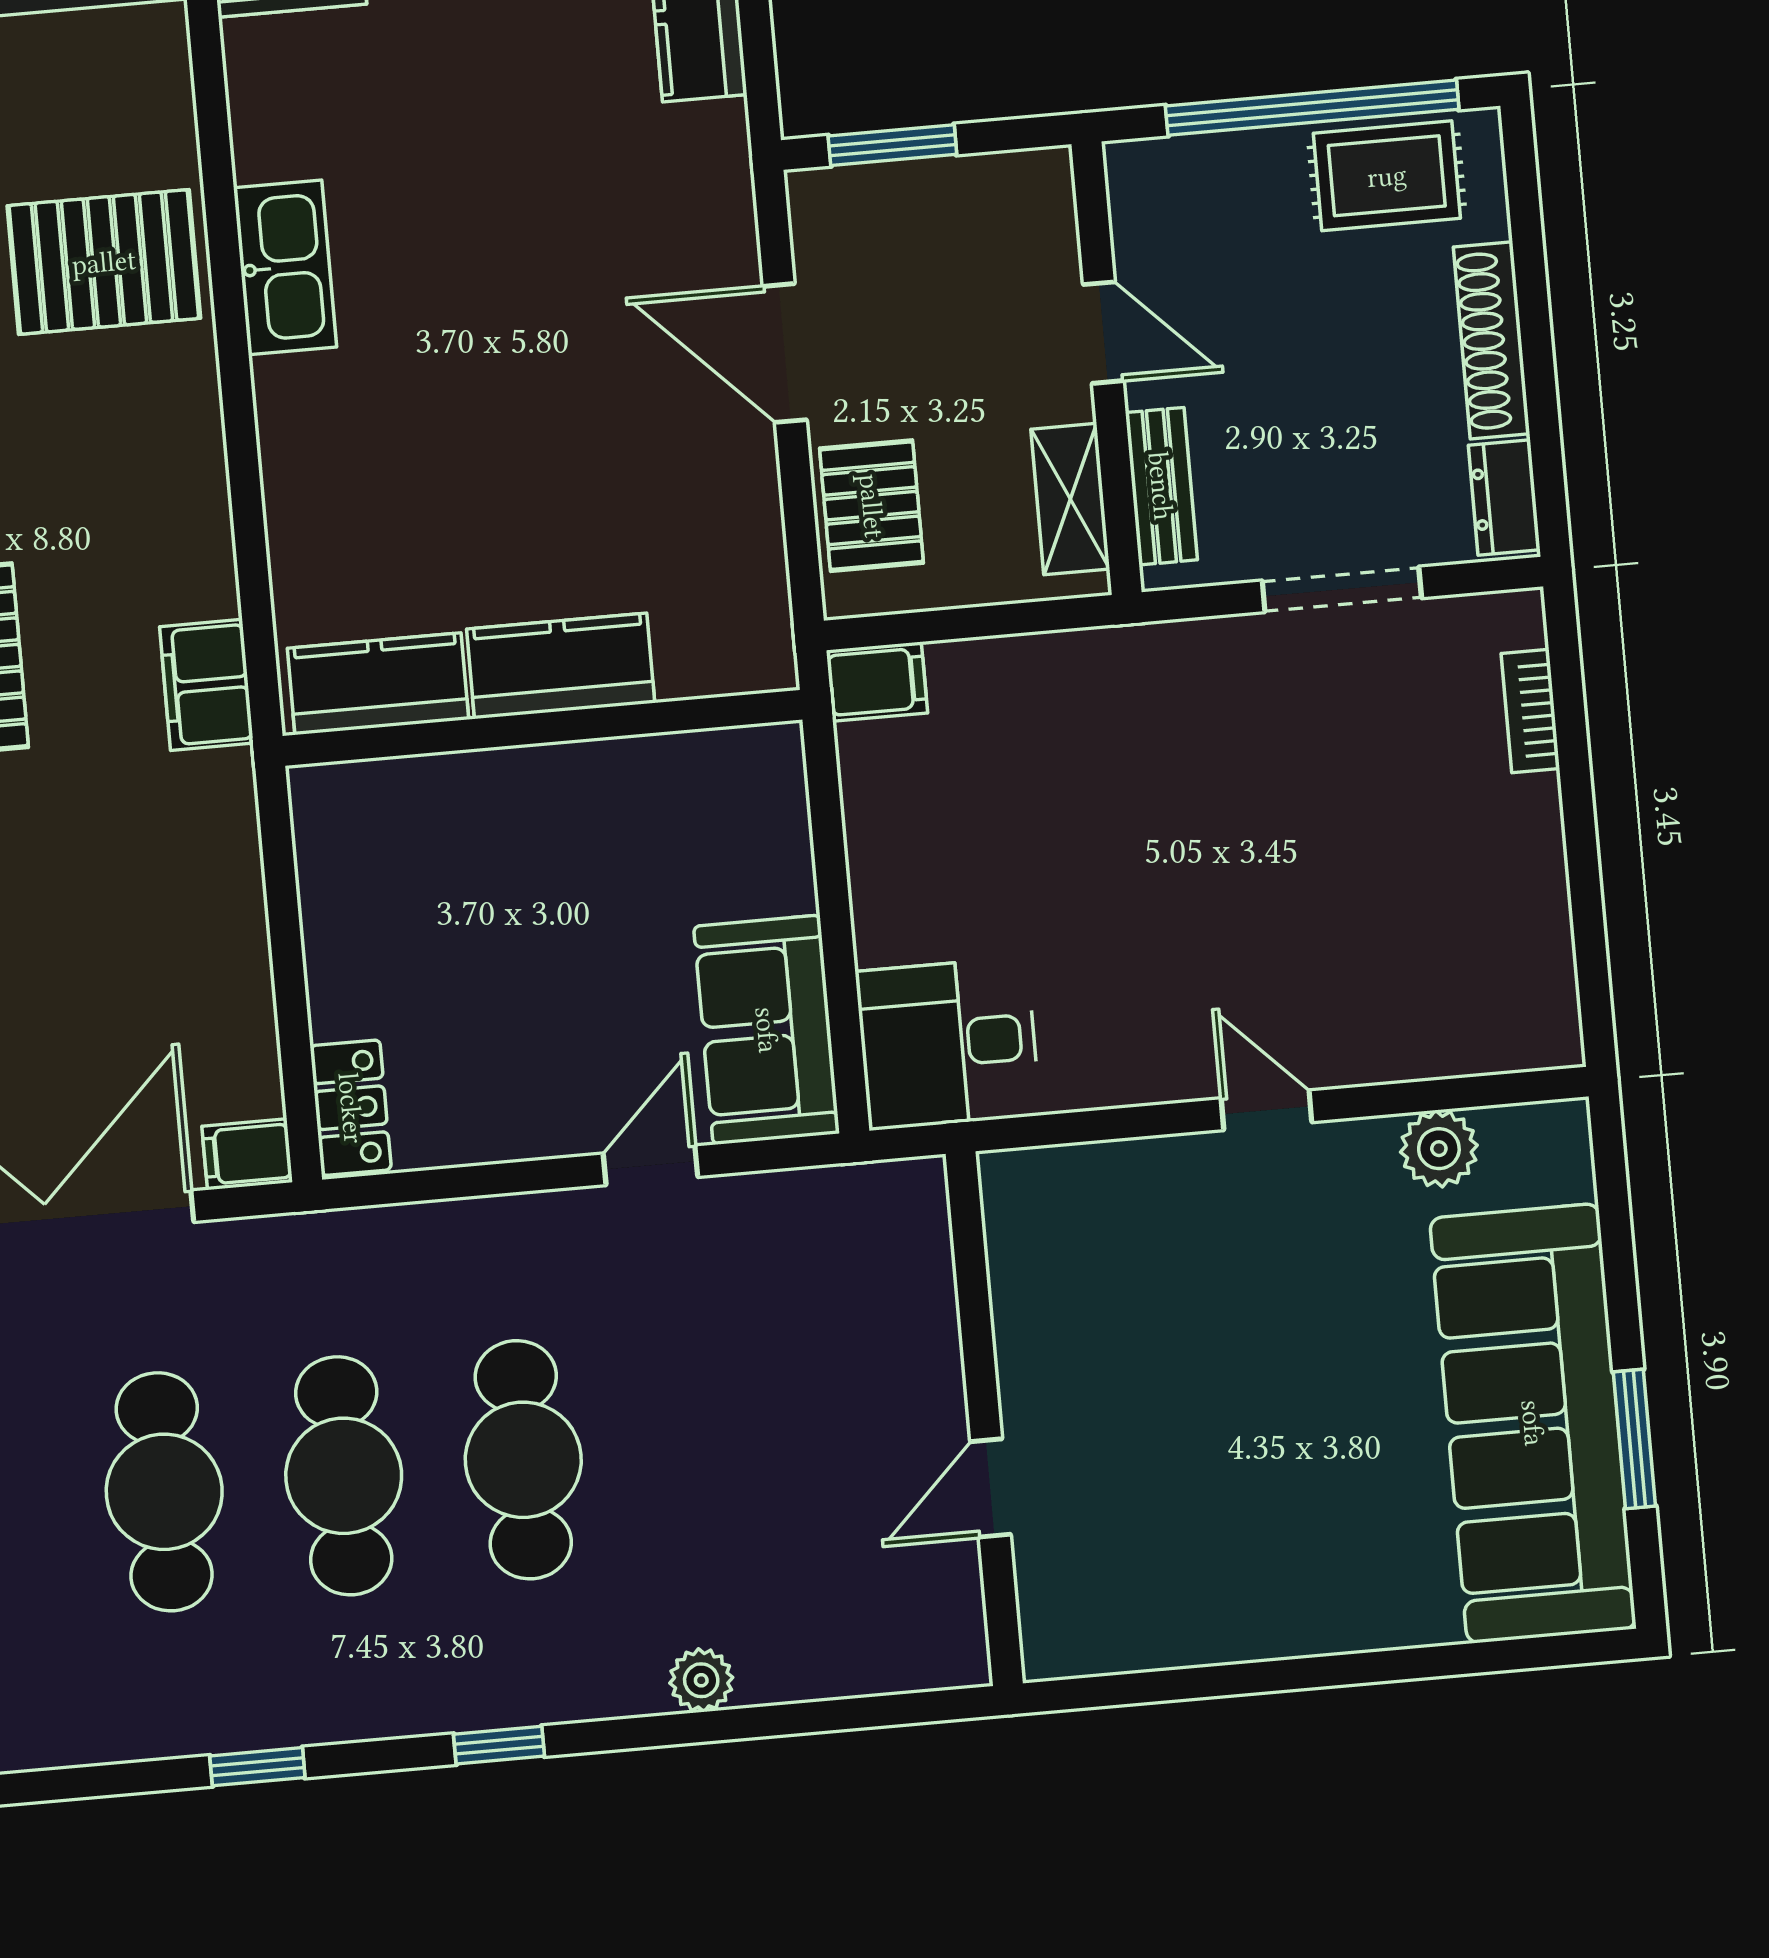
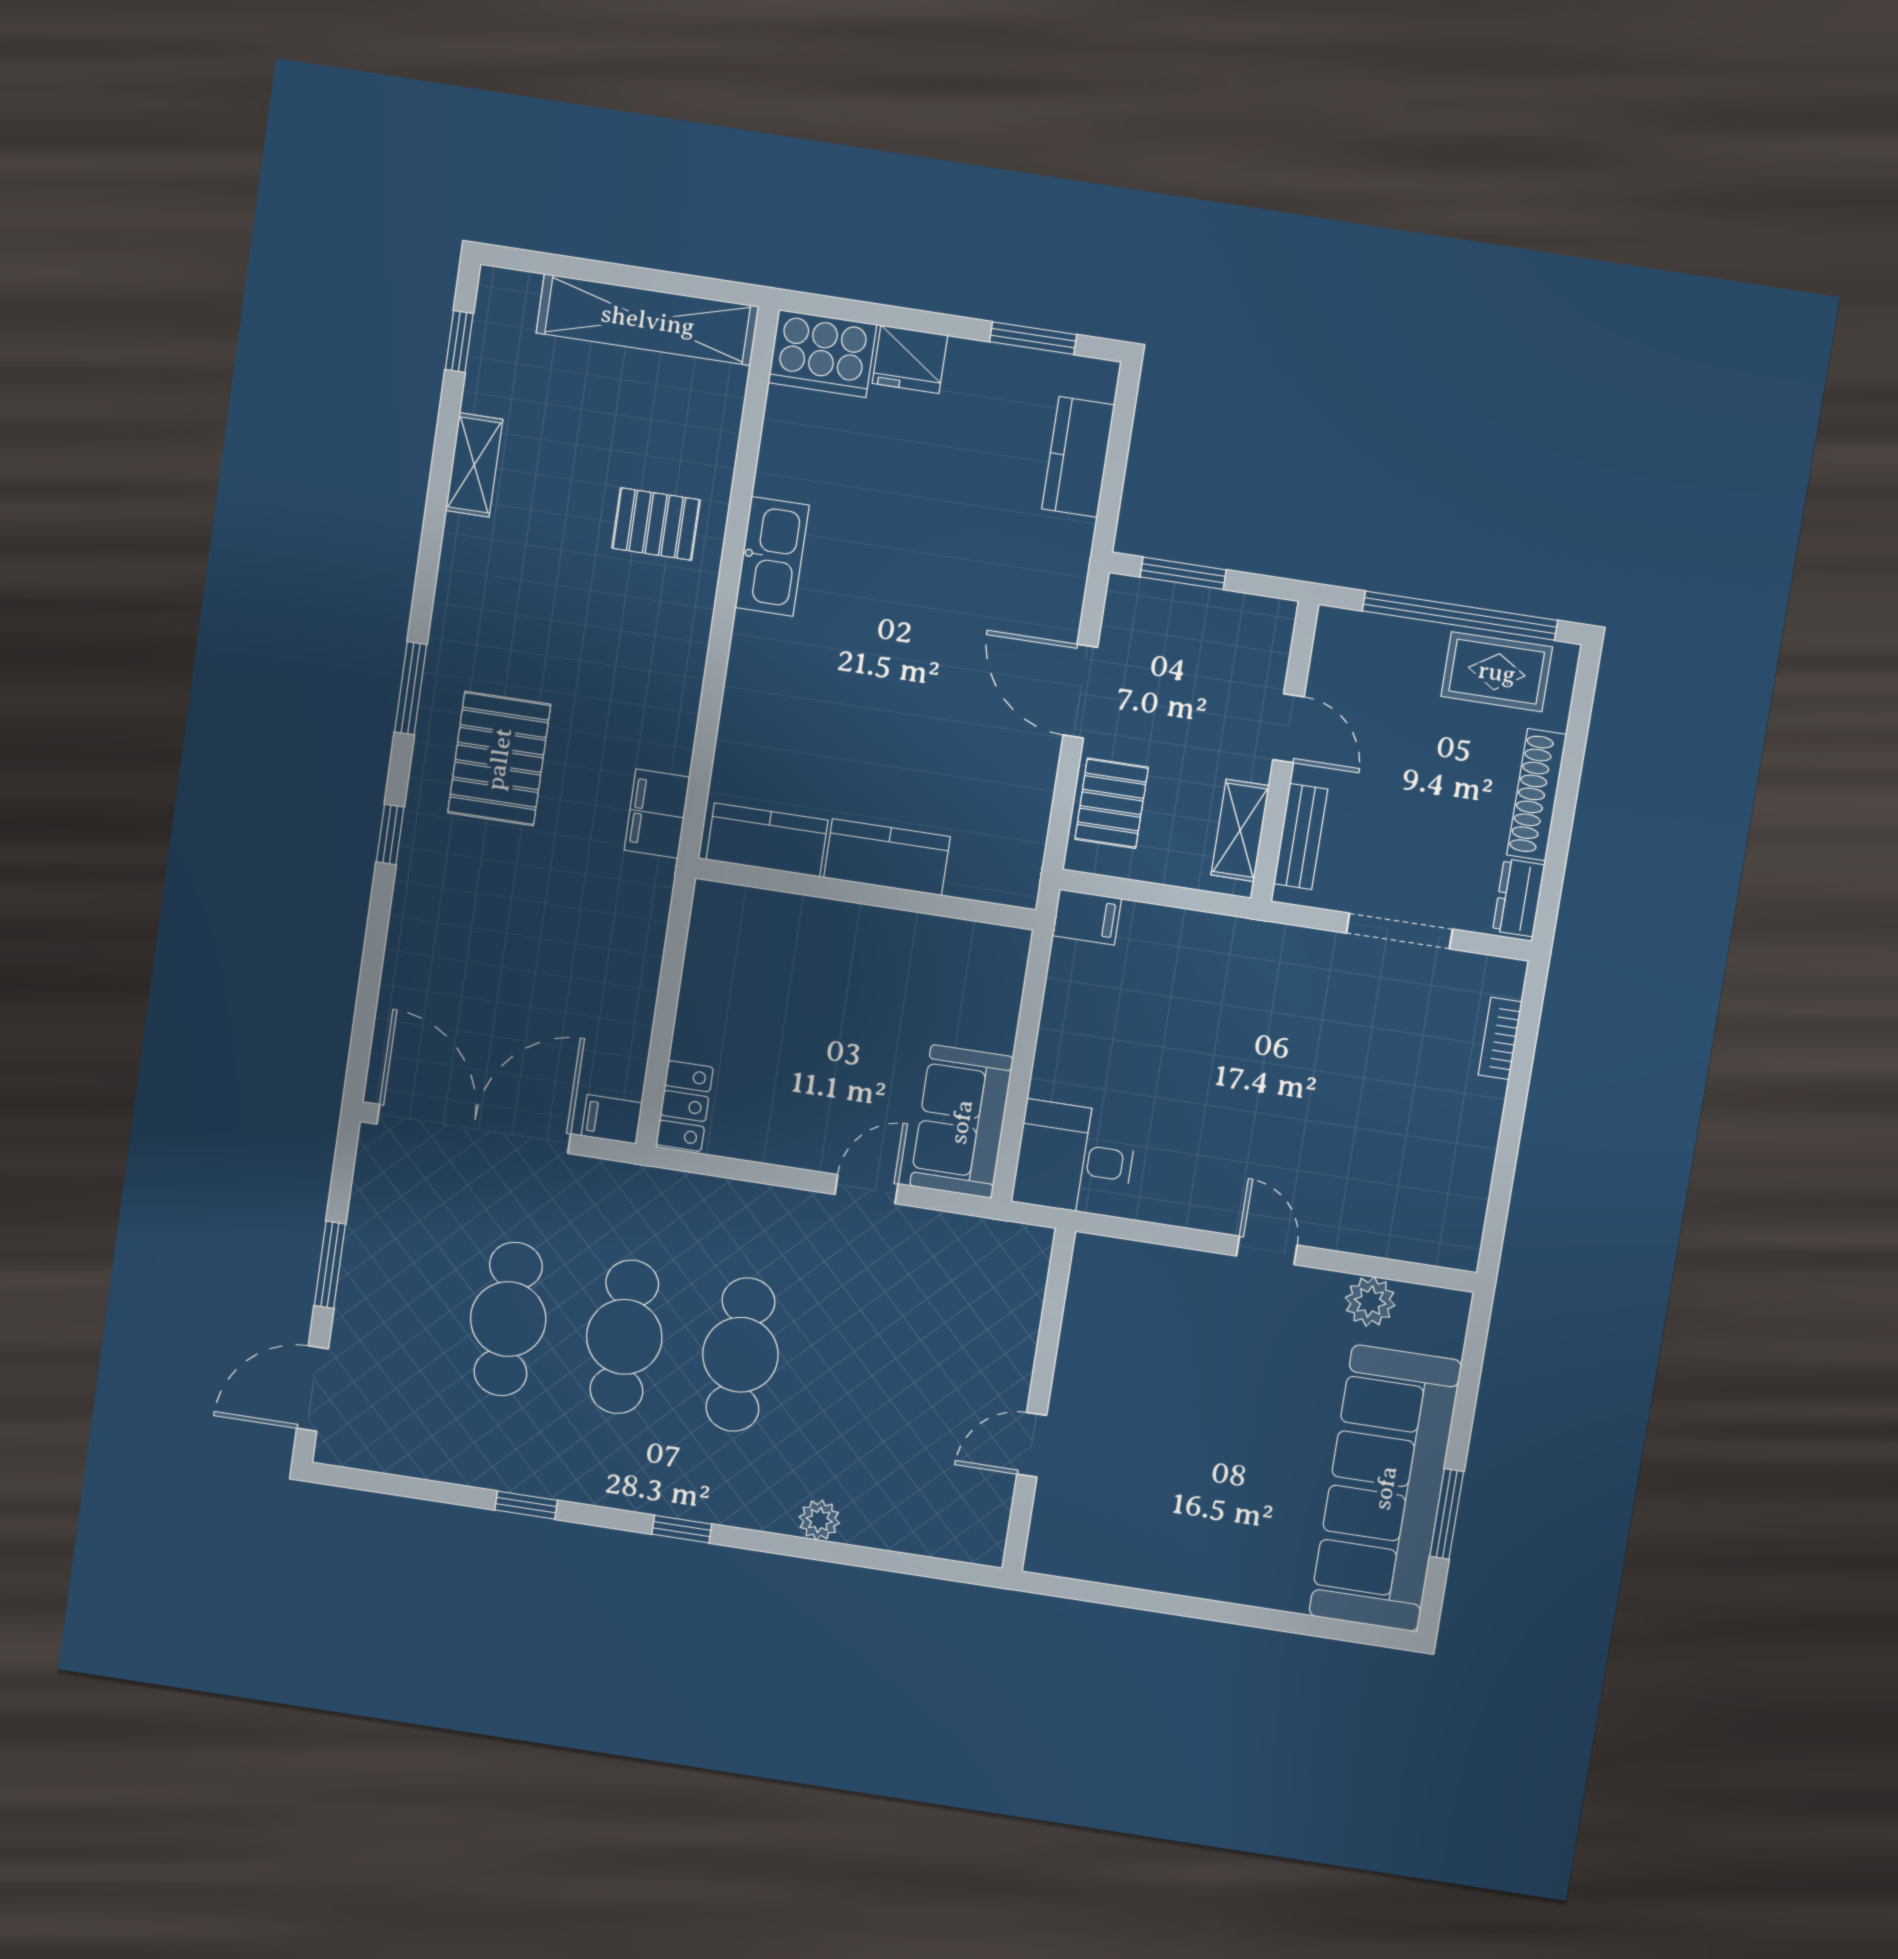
pallet: (104, 262) -> (656, 524), width x0.67, depth x0.71

